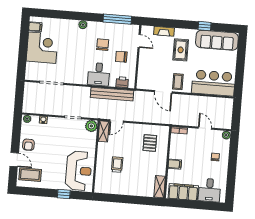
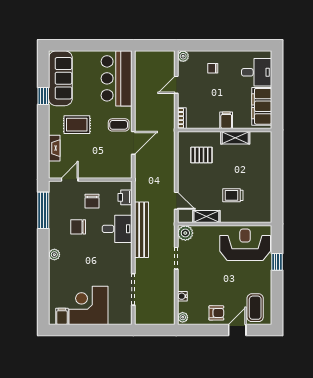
bench: (112, 94) -> (142, 230), moved
shelving: (104, 131) -> (206, 216), moved
shelving: (160, 187) -> (235, 138), moved

